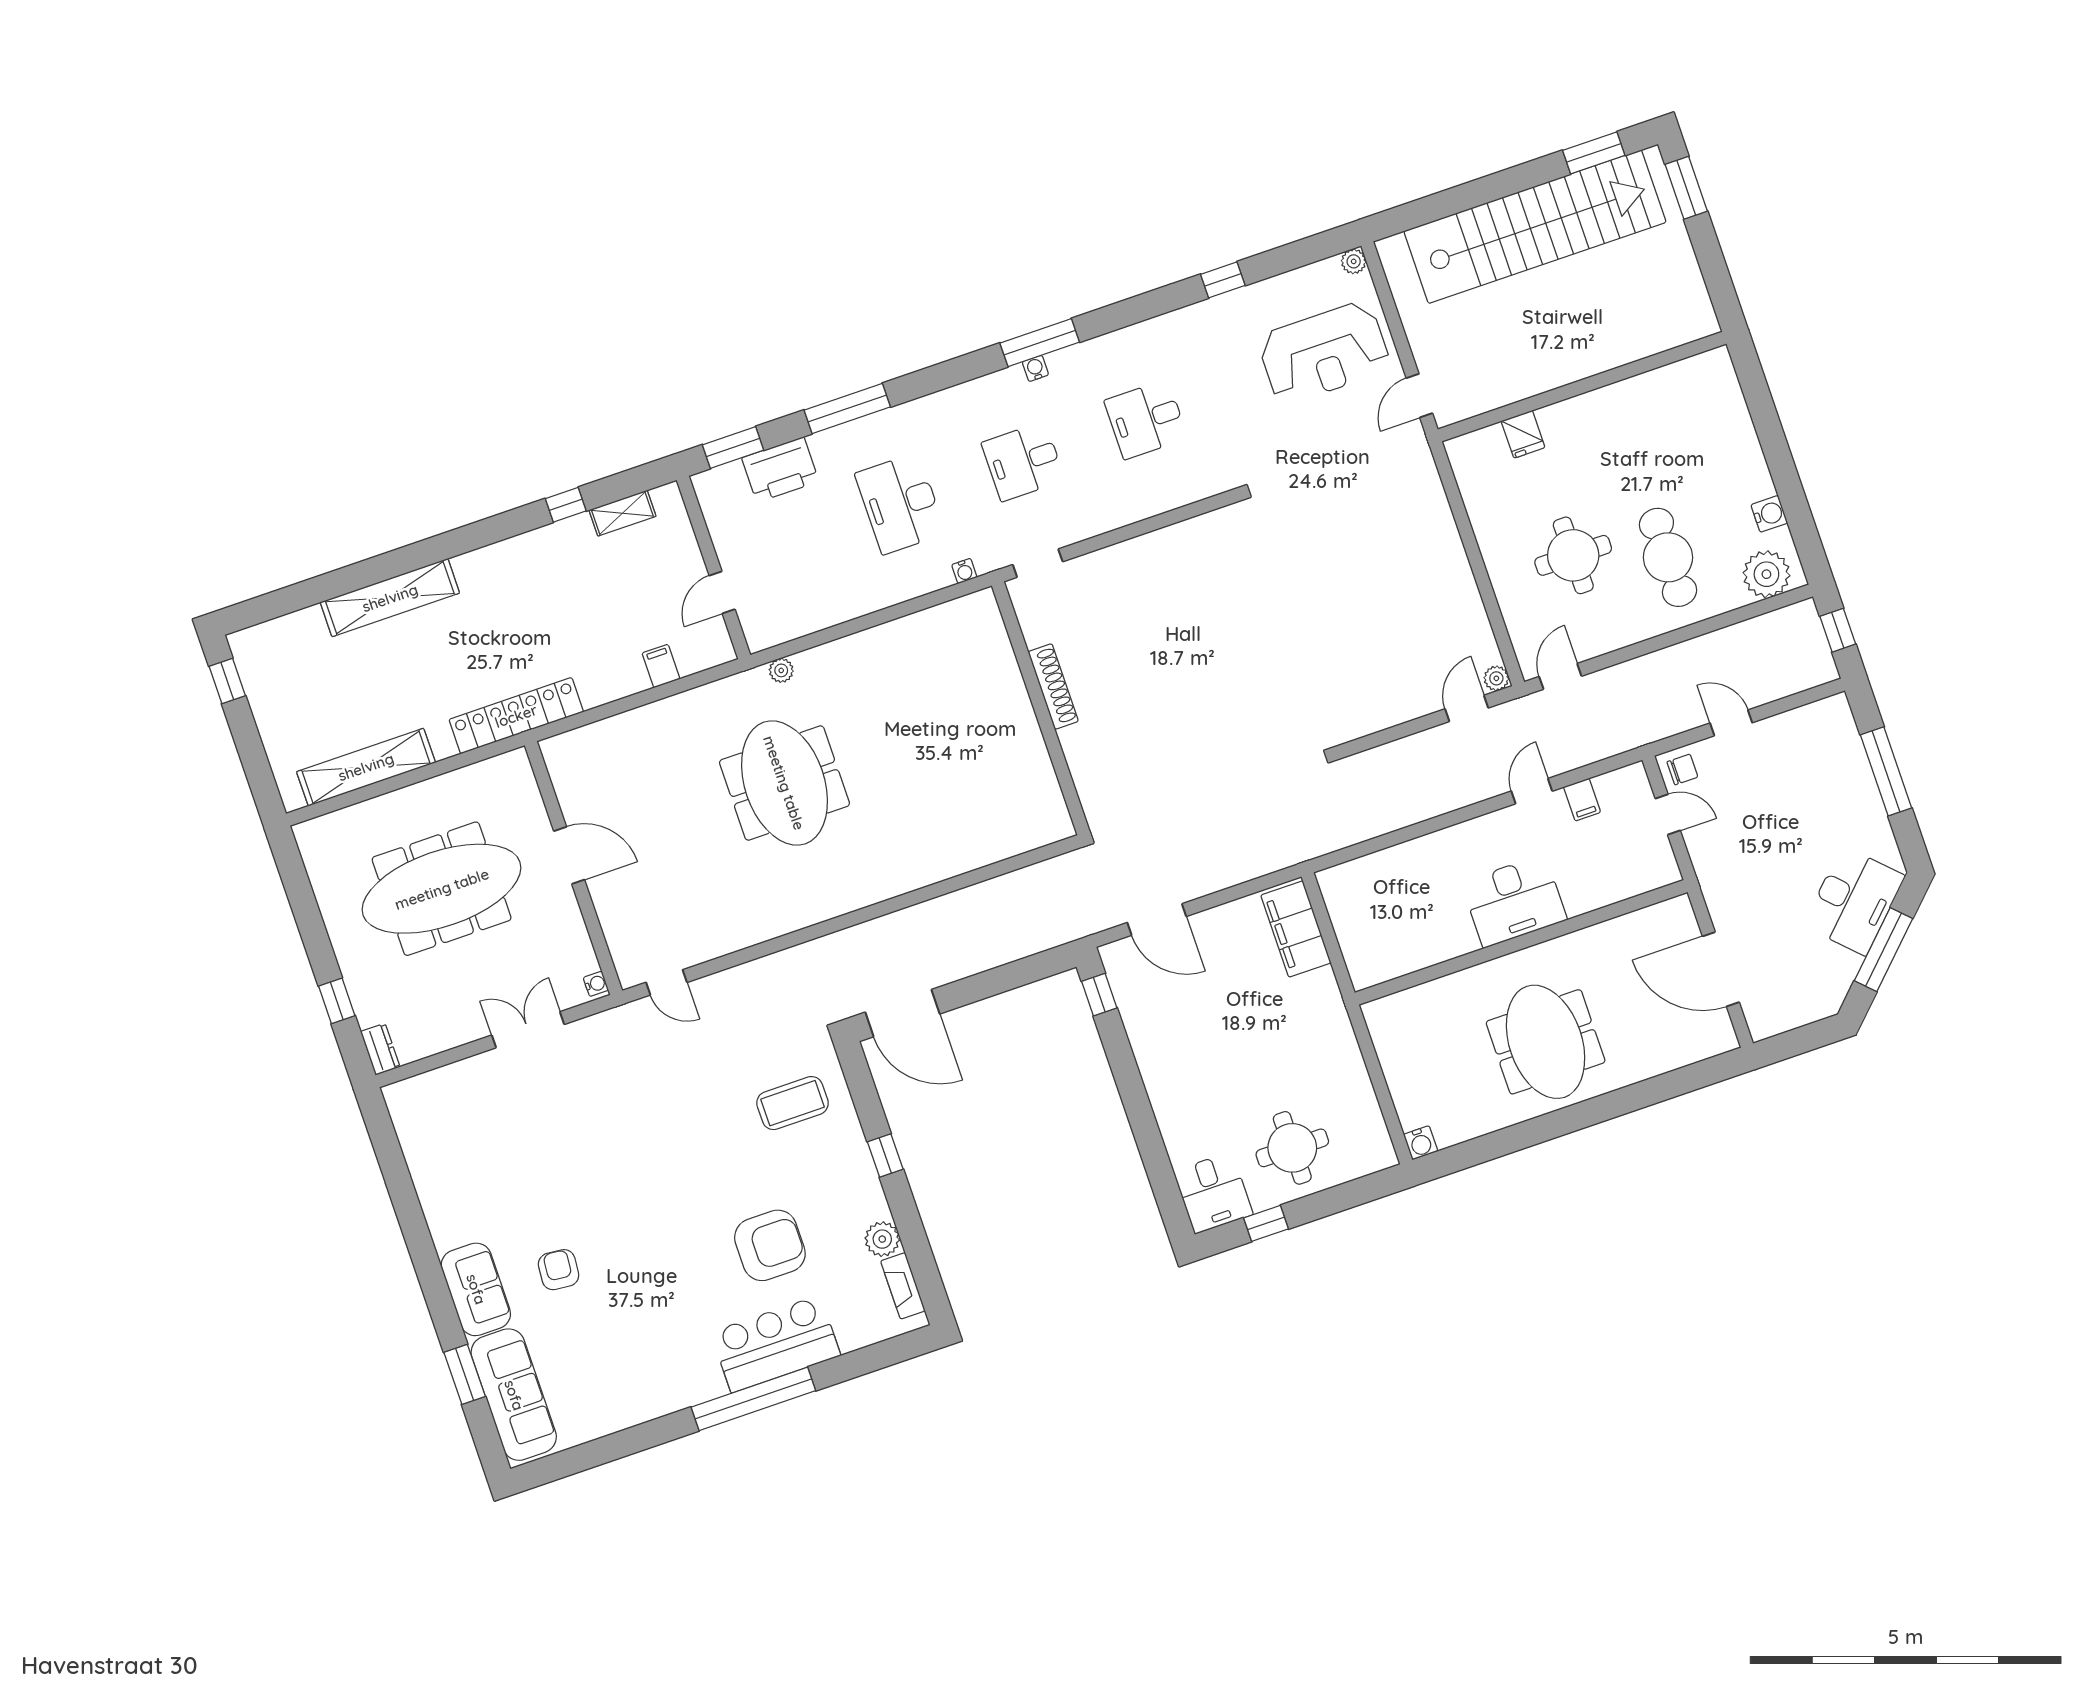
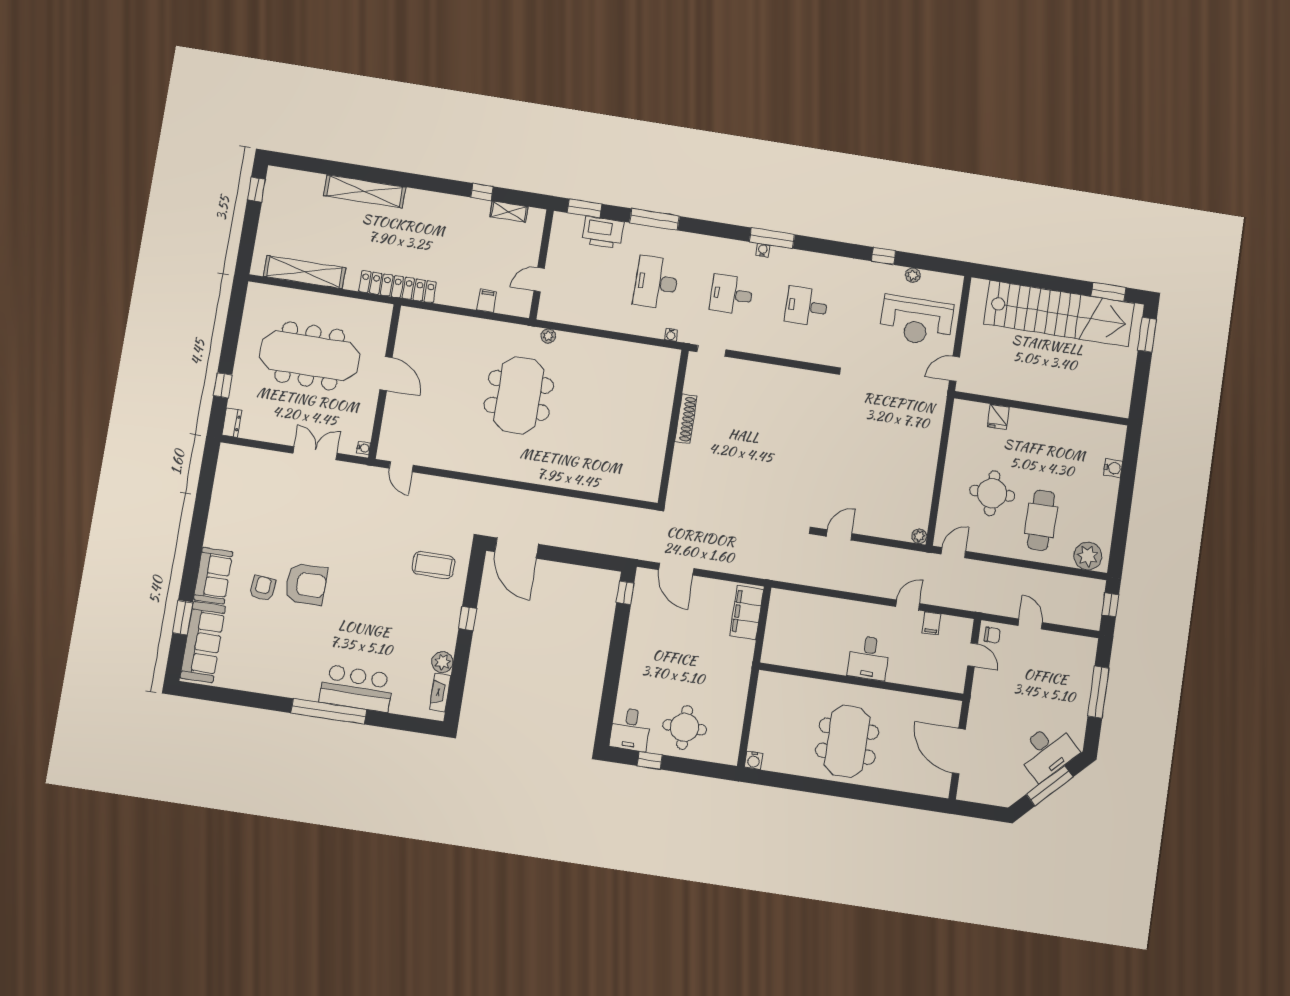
plant: (1354, 261) -> (913, 275), moved
water cooler: (1769, 514) -> (1113, 468), moved
door: (1467, 708) -> (839, 535), moved
desk: (1514, 901) -> (869, 658), width x0.73
armchair: (770, 1245) -> (306, 584), moved

